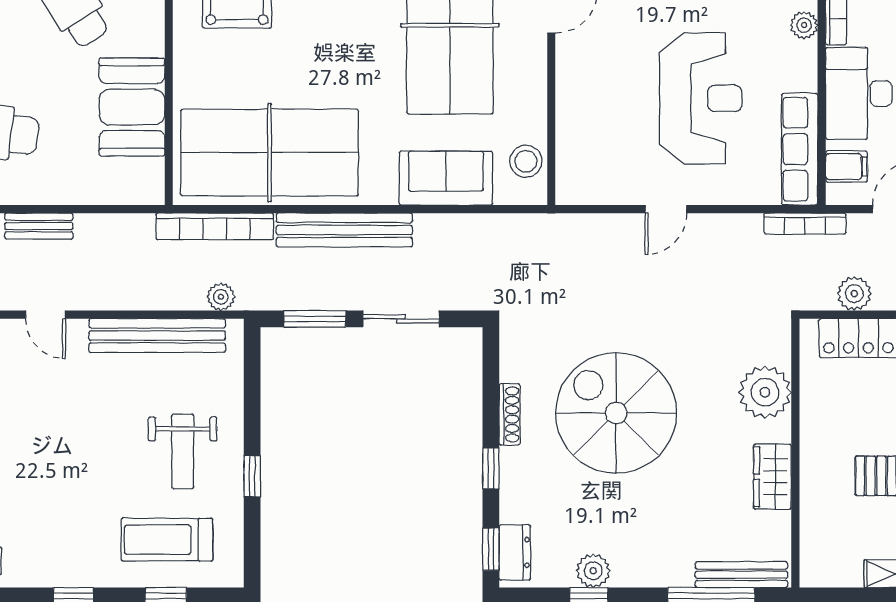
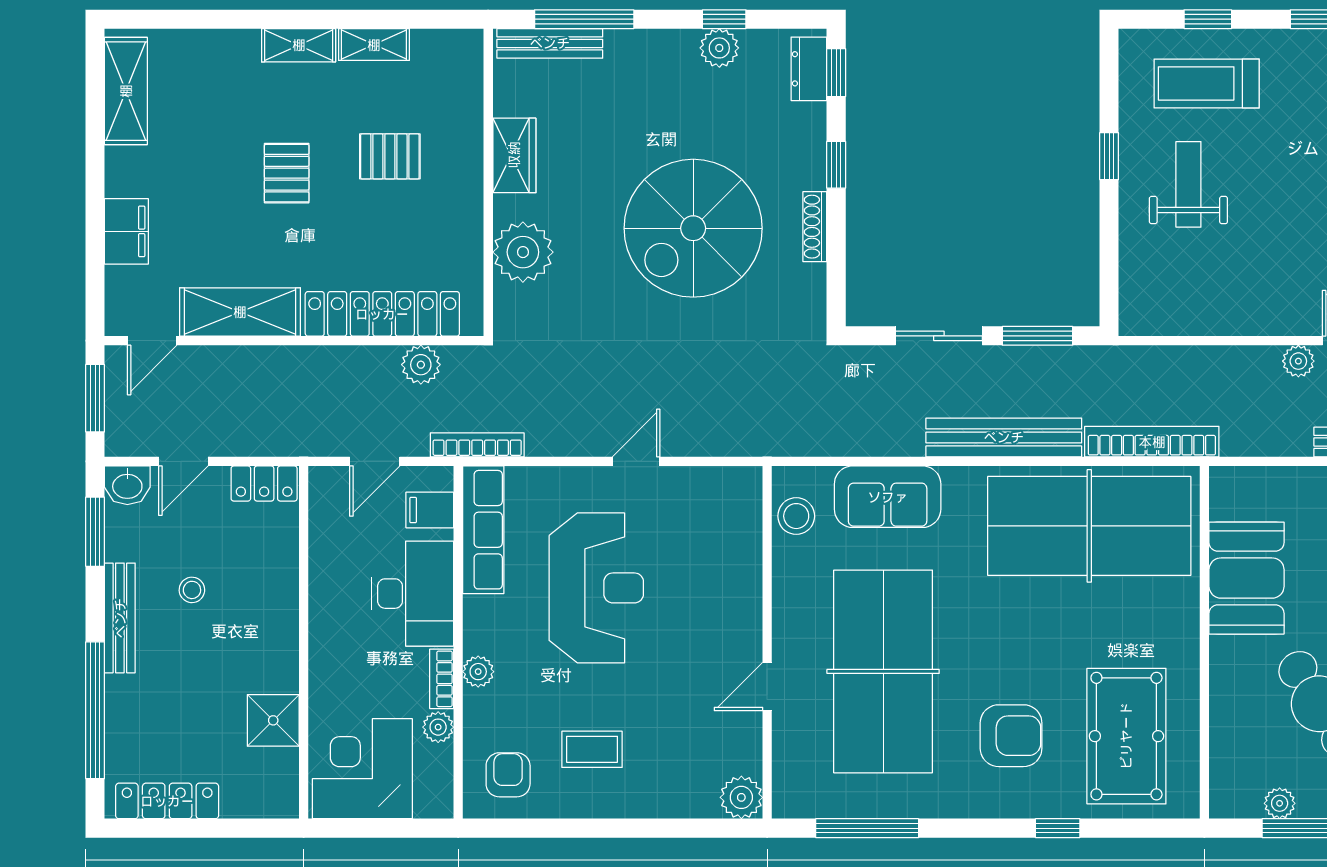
reception desk: (701, 98) -> (596, 588), turned 180
plant: (221, 297) -> (1298, 361), moved
bench: (157, 336) -> (1218, 317), removed
spiral stairs: (616, 413) -> (693, 228), turned 90
treadmill: (167, 540) -> (1207, 83), turned 180

